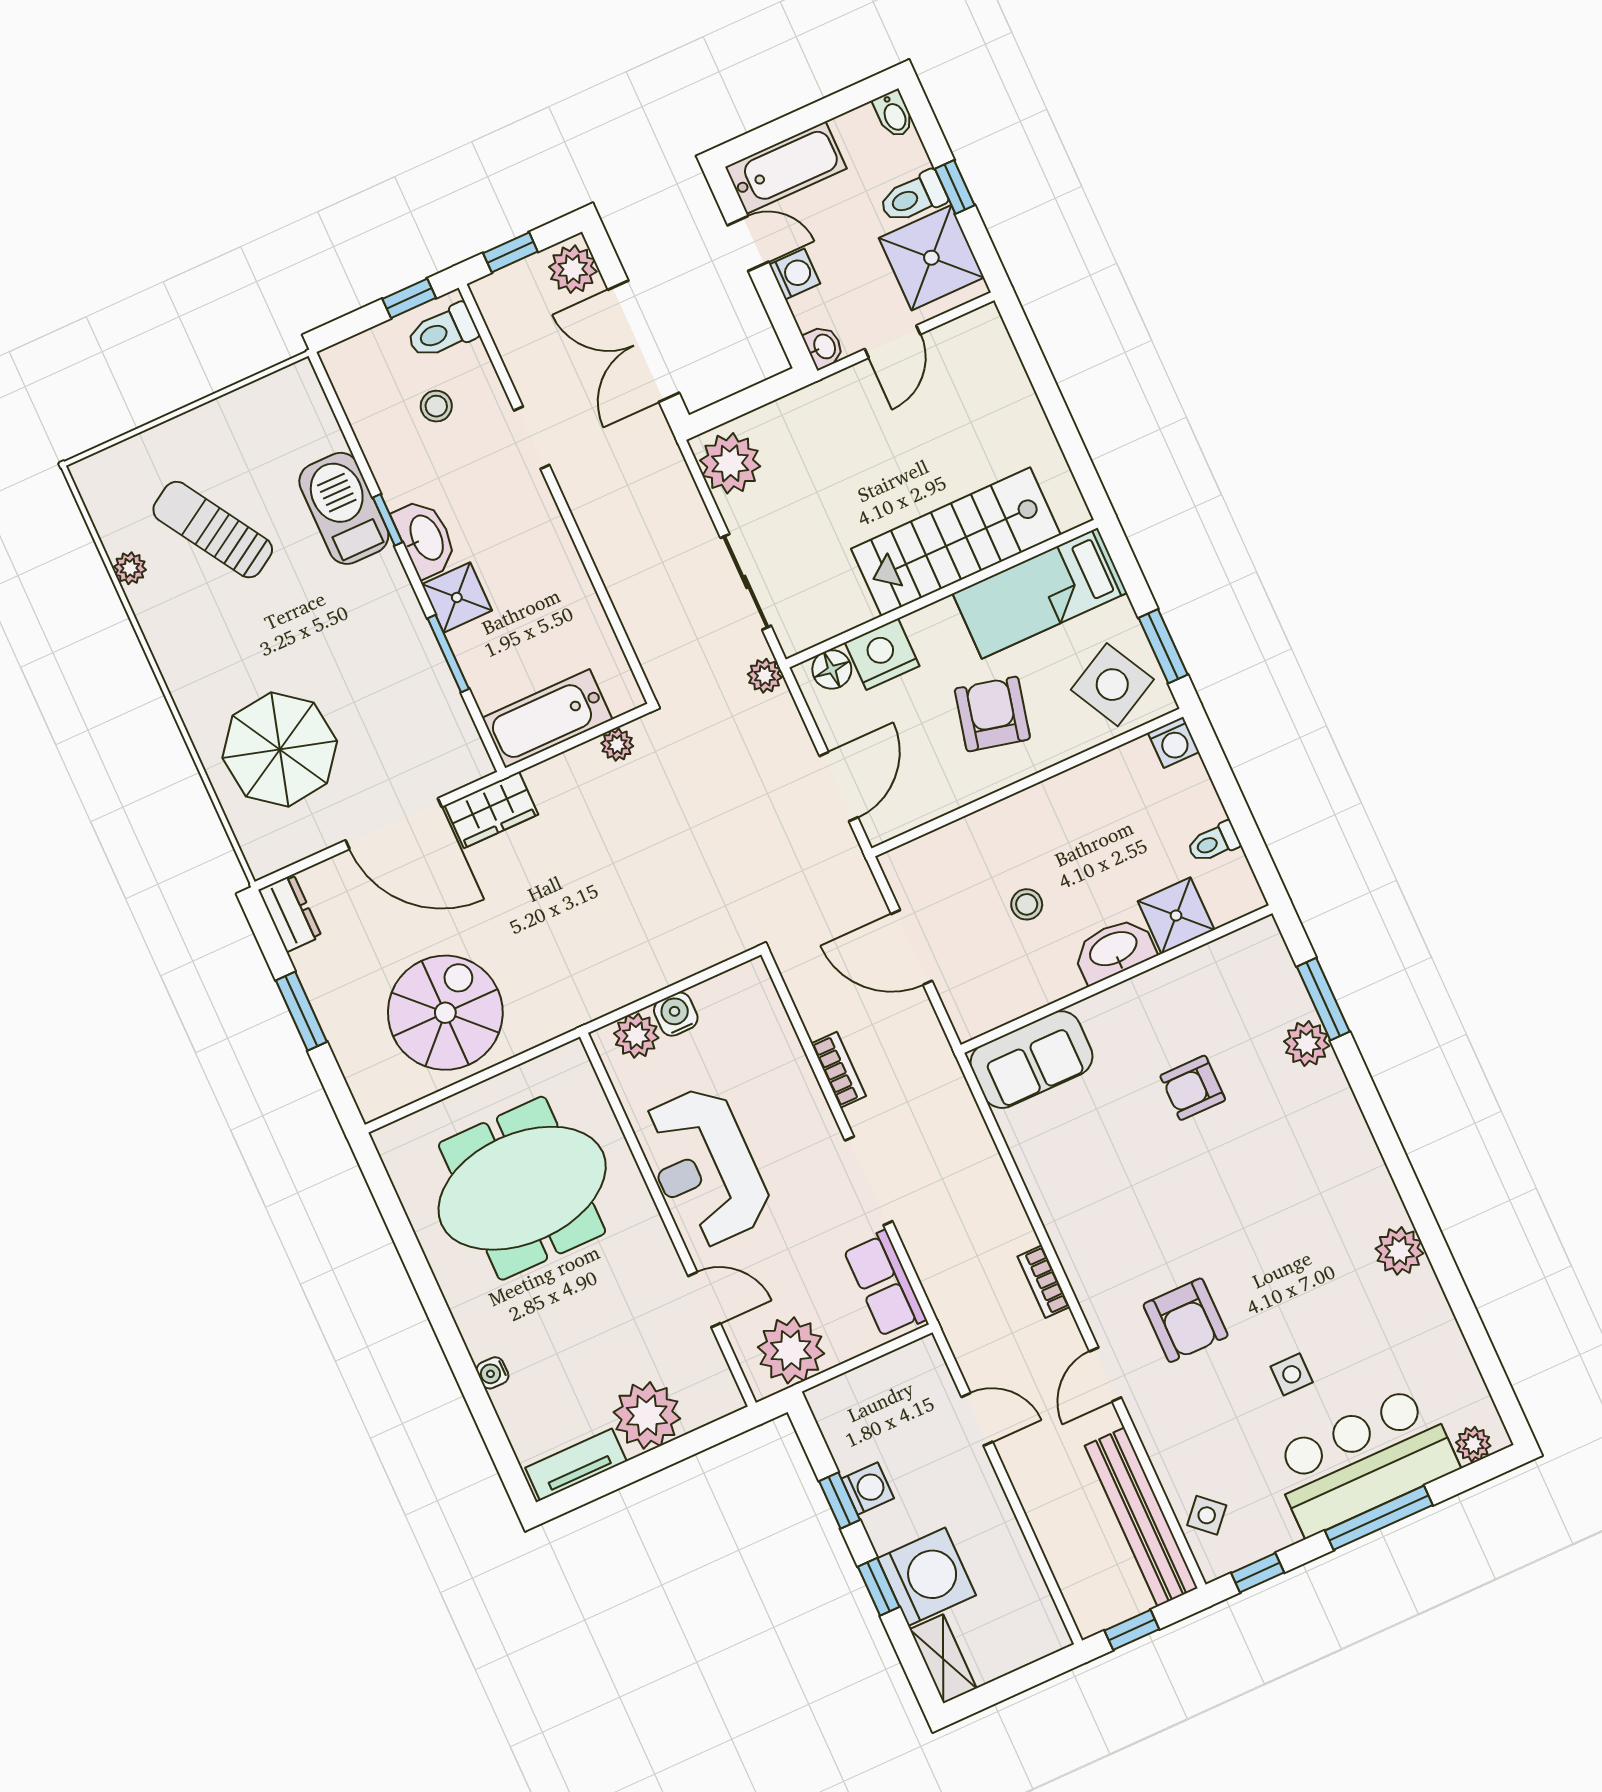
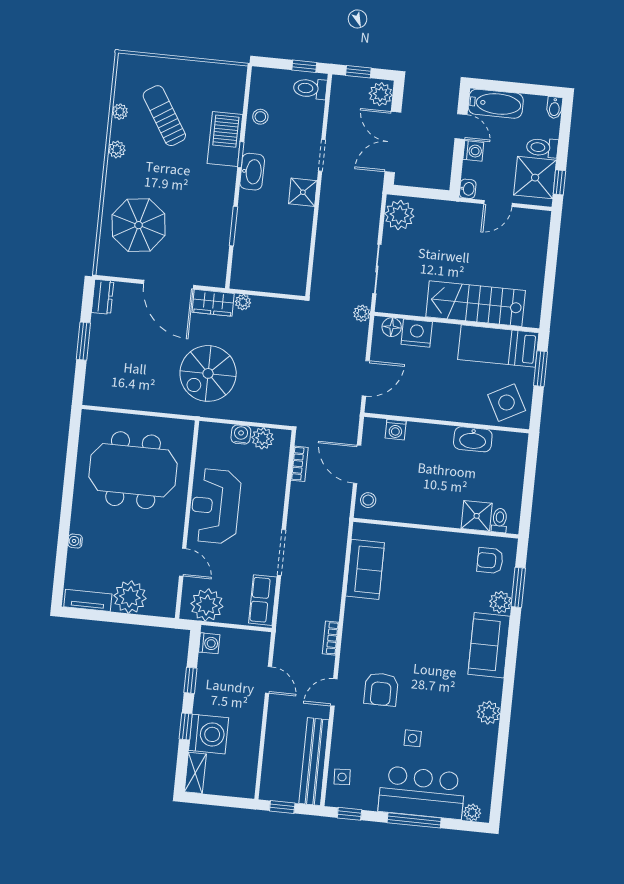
window: (955, 187) -> (559, 182), moved
stool: (436, 406) -> (260, 117), moved
shower: (457, 597) -> (303, 192), moved
plant: (163, 638) -> (117, 149), added
window: (1163, 646) -> (541, 369), moved
armchair: (992, 714) -> (449, 385), removed
bathtub: (547, 719) -> (259, 278), removed
washing machine: (1174, 742) -> (396, 430), moved
plant: (617, 745) -> (243, 302), moved
toilet: (1214, 842) -> (500, 520), moved, turned 90
stool: (1027, 904) -> (368, 500), moved
washbasin: (1114, 950) -> (473, 439), moved, turned 180
spiral stairs: (445, 1013) -> (208, 373), moved, turned 180
plant: (636, 1036) -> (263, 438), moved
sofa: (1031, 1060) -> (365, 569), moved, turned -90
bookcase: (839, 1070) -> (300, 464), moved
armchair: (1193, 1088) -> (490, 561), moved
sofa: (1331, 1131) -> (489, 645), added
washing machine: (868, 1489) -> (209, 643), moved
side table: (1207, 1515) -> (342, 777), turned 45

